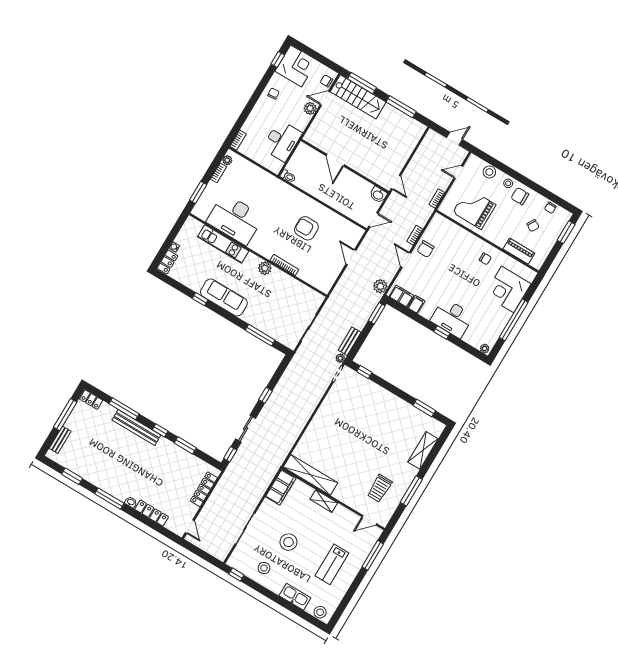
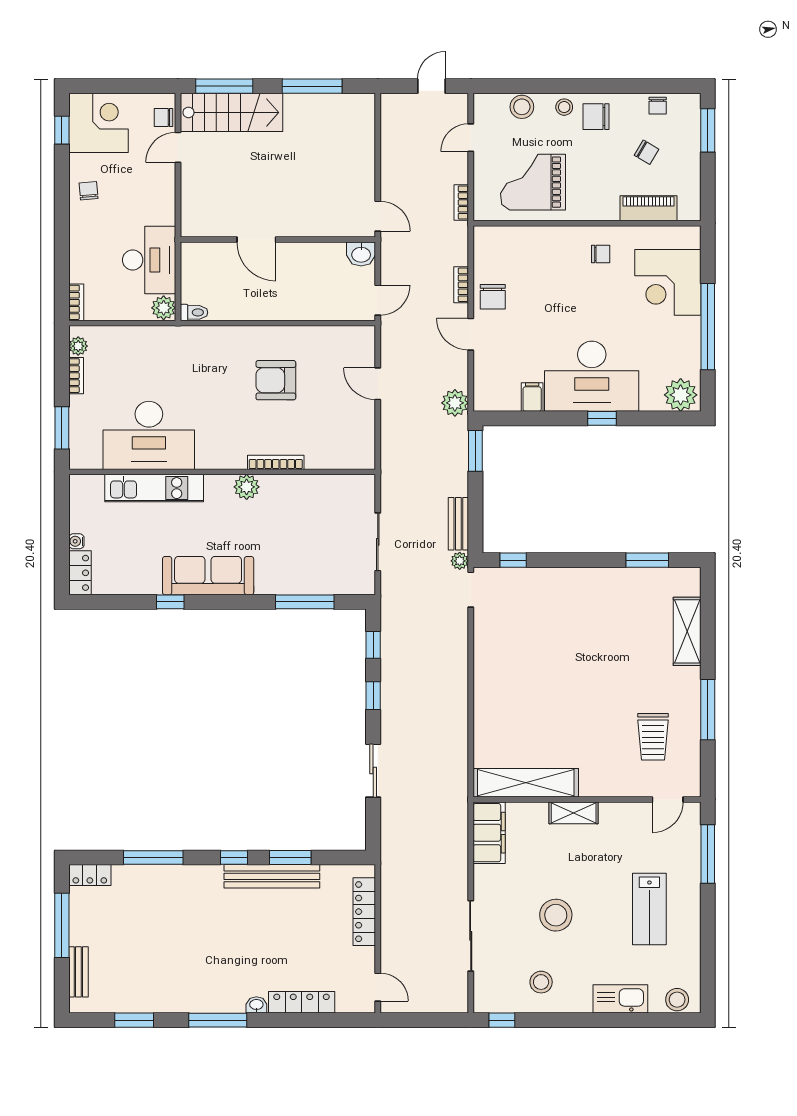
plant: (310, 108) -> (164, 308), moved
filing cabinet: (402, 296) -> (499, 398), removed
desk: (452, 318) -> (592, 376), width x1.36, depth x1.30
plant: (485, 349) -> (681, 395), width x1.87, depth x1.87
bench: (136, 428) -> (272, 876), moved
window: (230, 454) -> (373, 645), moved

